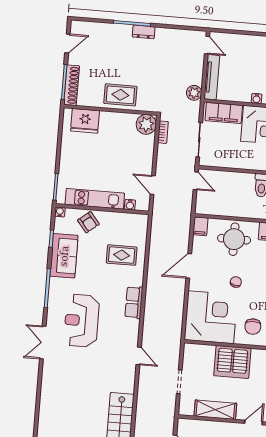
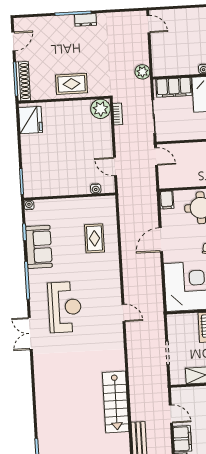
tv unit: (212, 77) -> (157, 54), removed
fridge: (85, 121) -> (31, 120), moved, turned -90
kitchen unit: (95, 199) -> (61, 188), removed
armchair: (88, 222) -> (58, 211), removed
rug: (122, 255) -> (94, 238), turned 90
row of seats: (134, 302) -> (113, 282), removed
reception desk: (82, 321) -> (65, 307), turned 180
door: (139, 356) -> (123, 313), moved

